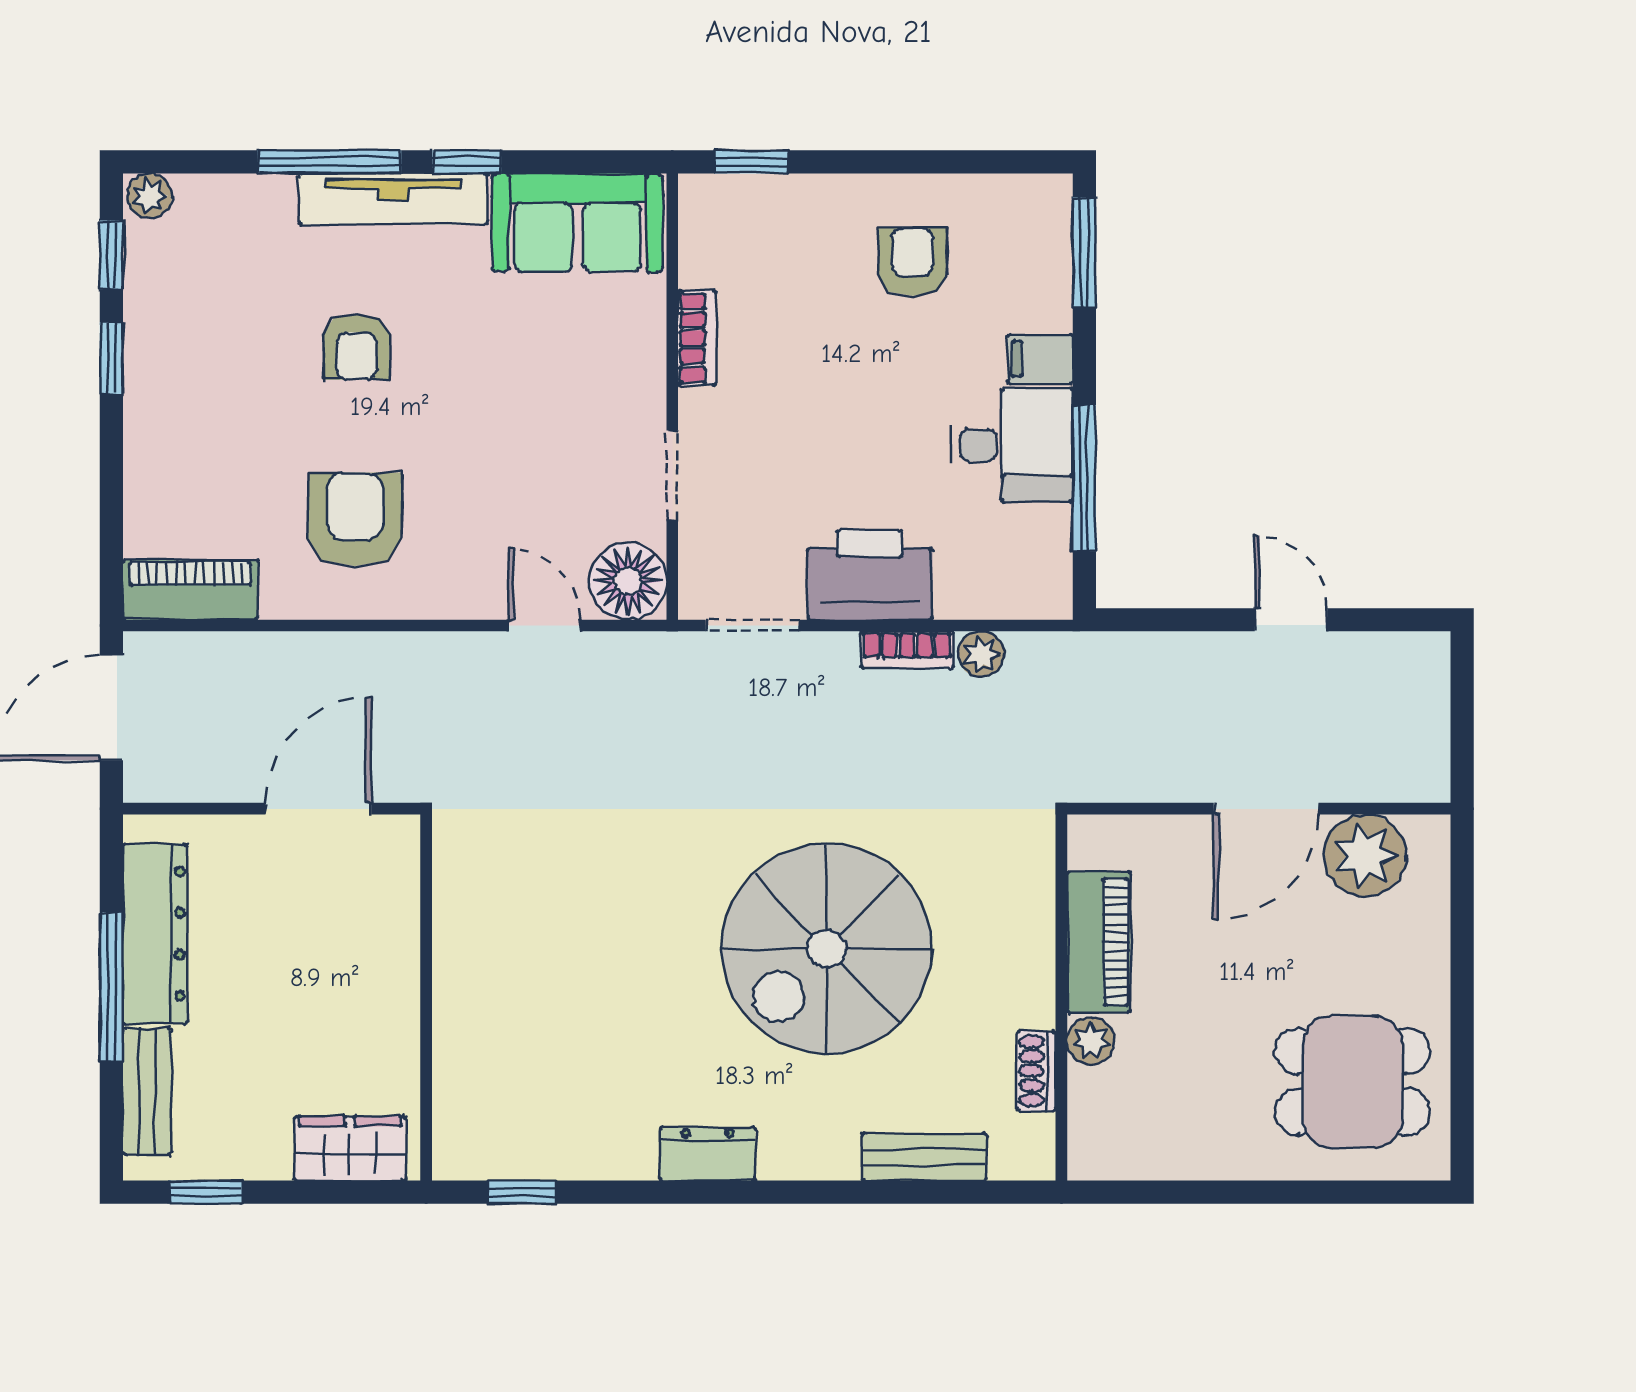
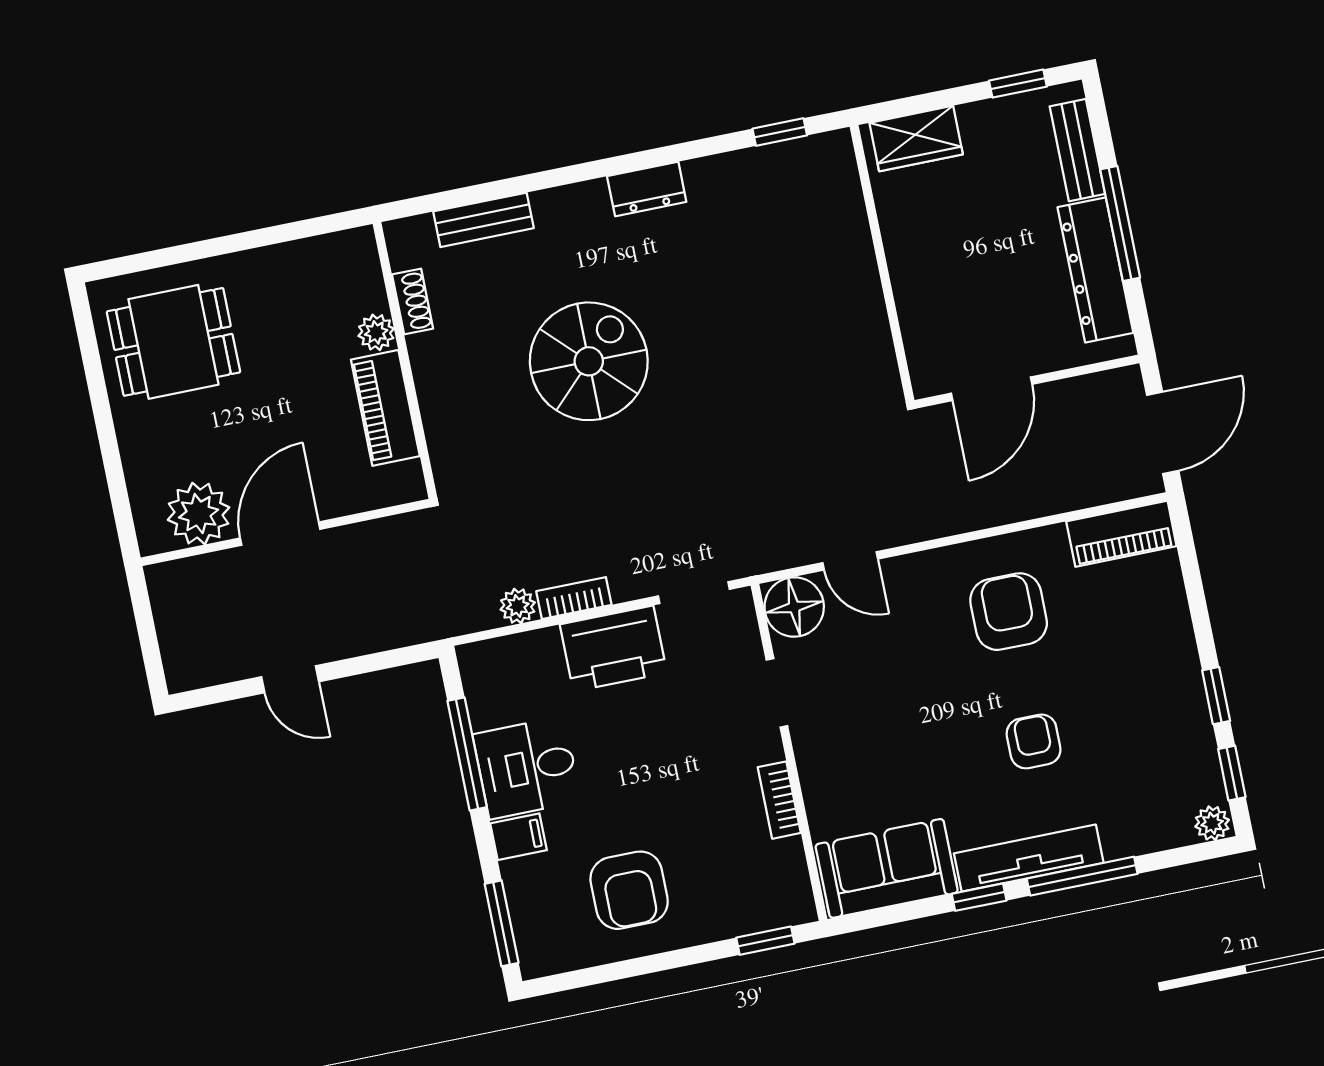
armchair: (913, 262) -> (629, 890), width x1.38, depth x1.38
armchair: (355, 519) -> (1009, 612), turned 180
spiral stairs: (827, 949) -> (589, 361), width x0.73, depth x0.73

